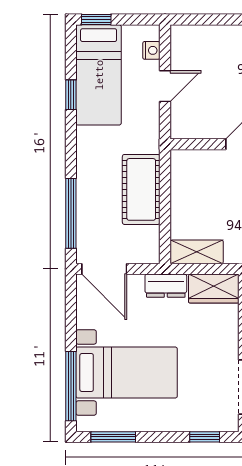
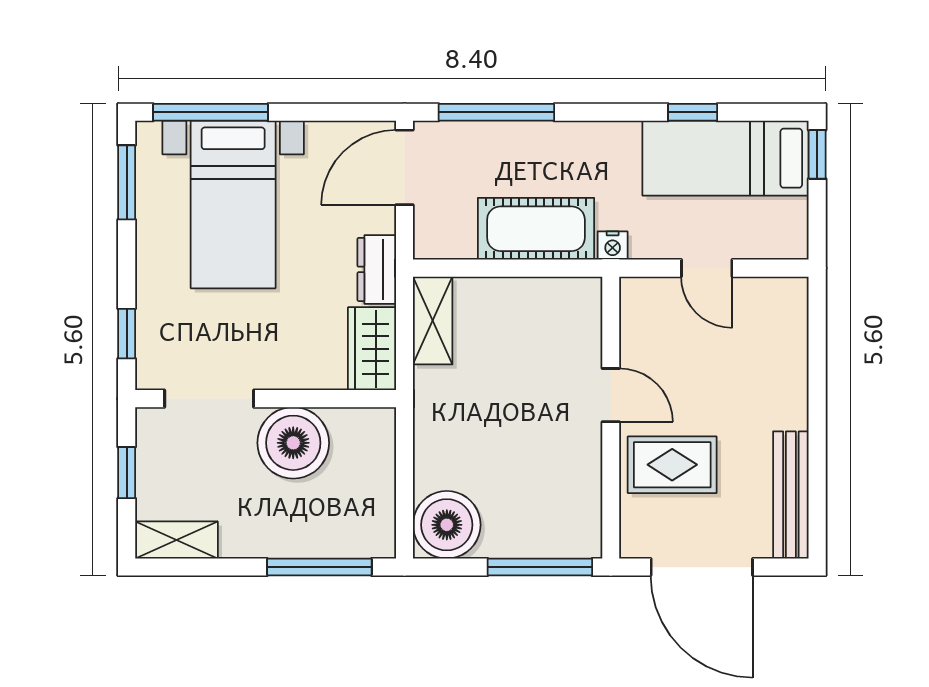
nightstand: (151, 50) -> (613, 246), moved

